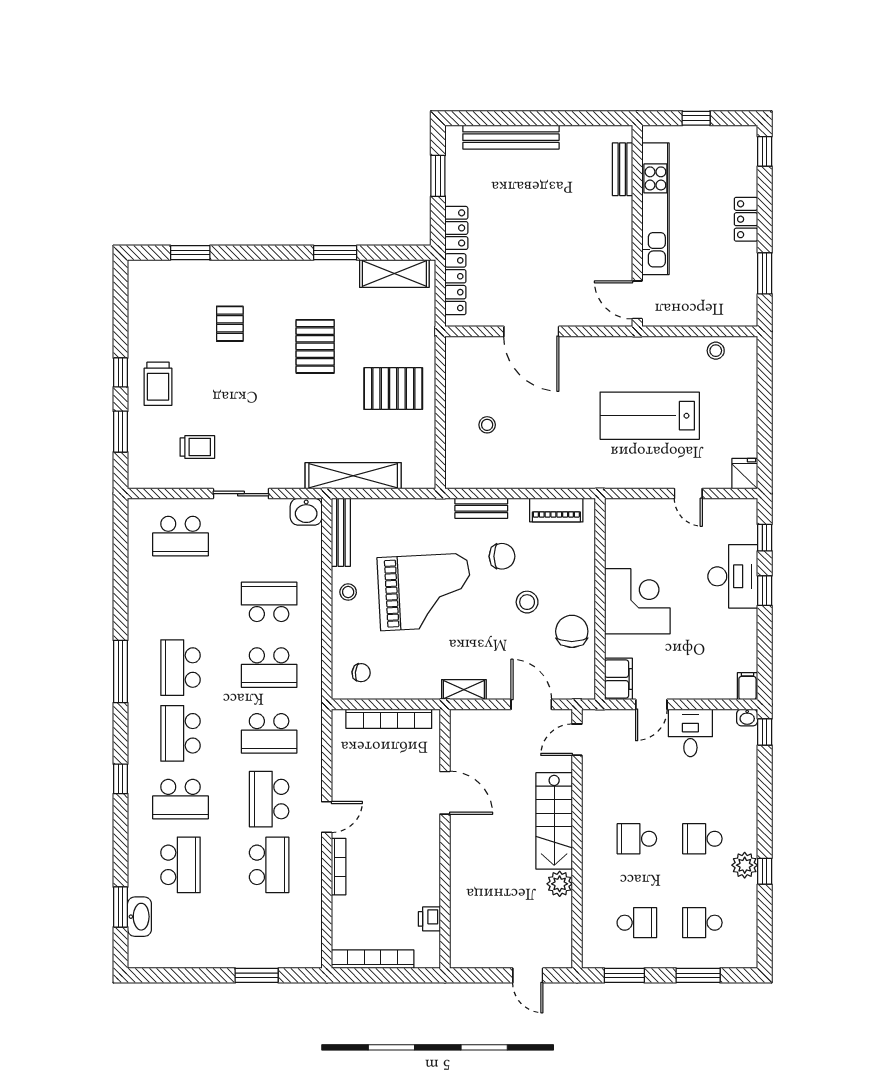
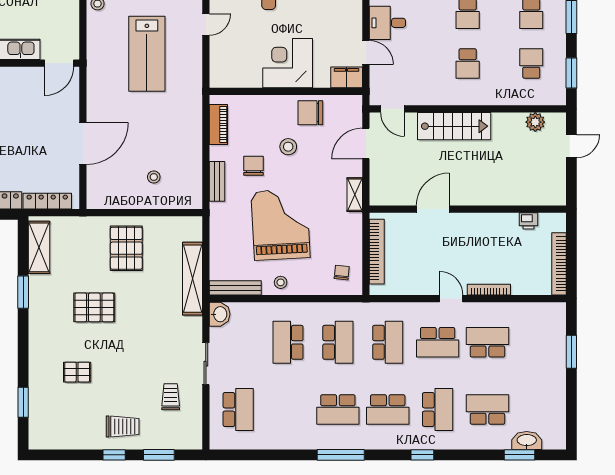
plant: (560, 884) -> (535, 122), moved

